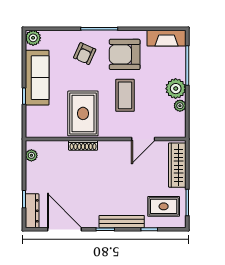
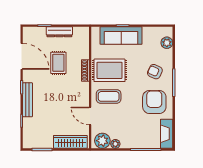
plant: (33, 38) -> (167, 43), moved
sofa: (37, 78) -> (121, 36), moved
plant: (176, 89) -> (102, 141), moved
coffee table: (125, 95) -> (109, 96), moved
plant: (31, 155) -> (78, 31), removed
rug: (164, 206) -> (58, 63), moved
dresser: (32, 211) -> (59, 32), moved
door: (65, 229) -> (22, 56), hinge flipped

